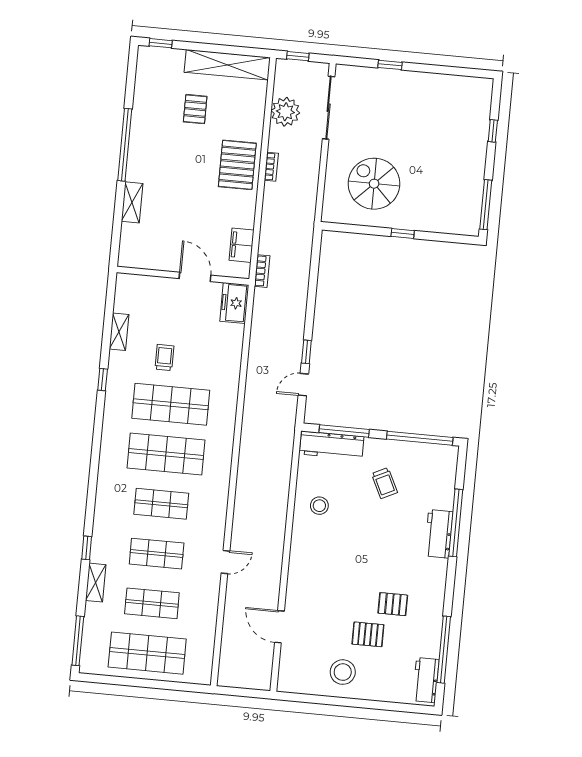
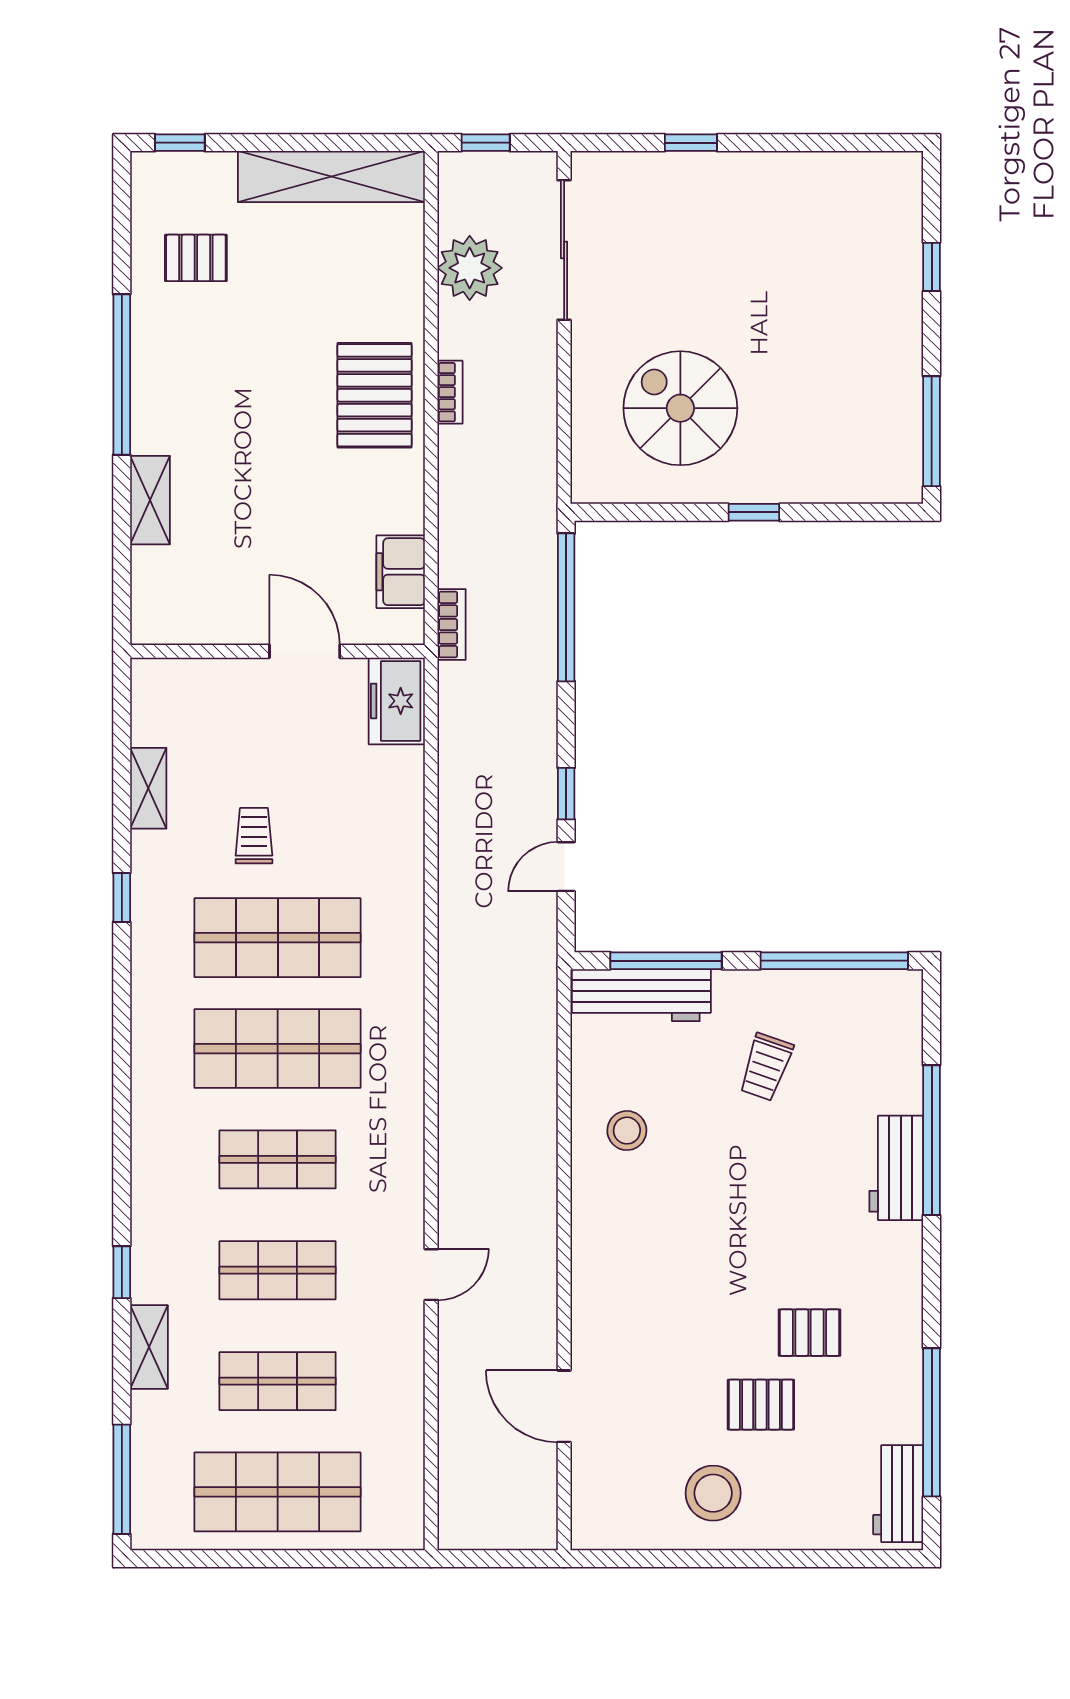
pallet: (195, 109) -> (196, 258), moved, turned 90
window: (314, 268) -> (566, 607), added
trolley: (384, 483) -> (766, 1067), turned 45

